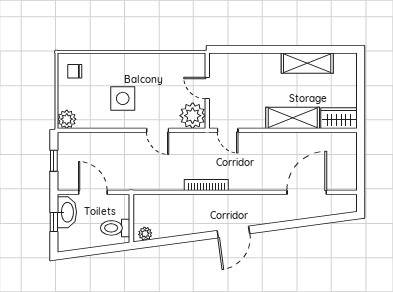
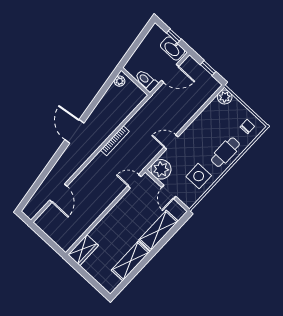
cafe table: (119, 69) -> (225, 152), added
door: (207, 88) -> (169, 192), swing flipped
side table: (123, 98) -> (199, 176), moved
shelving: (293, 118) -> (158, 231), moved
door: (307, 192) -> (58, 193), width x0.73
toilet: (115, 228) -> (146, 81), moved, turned -90

